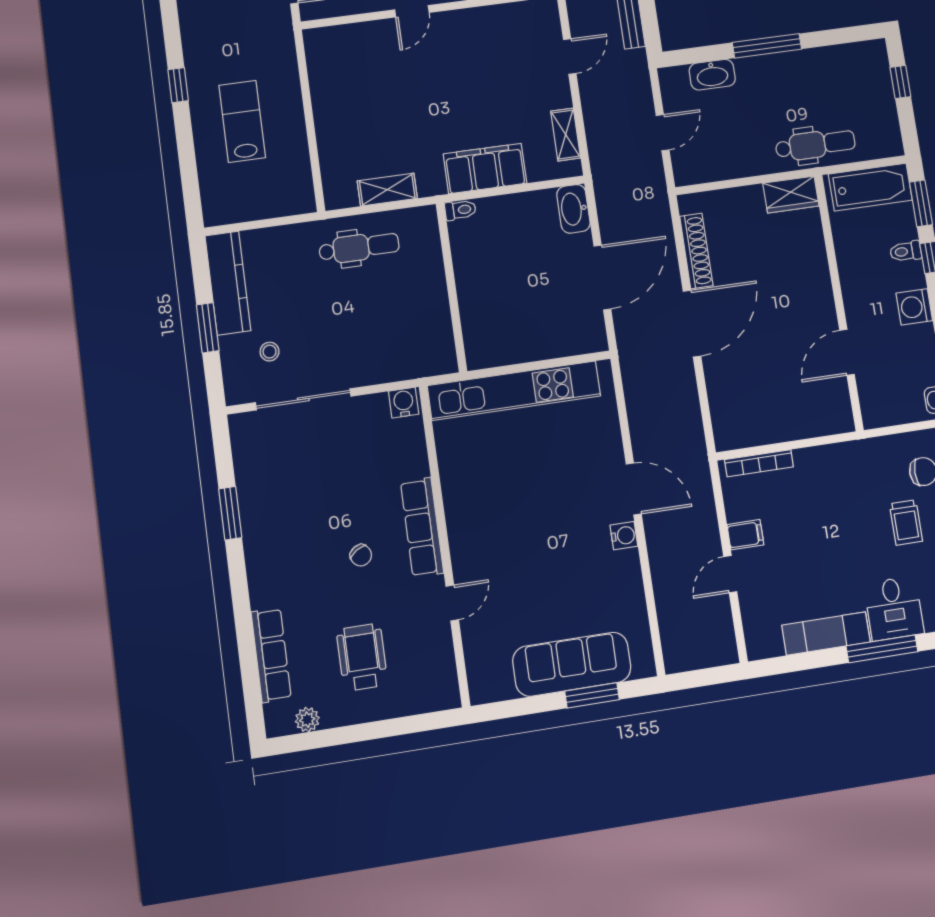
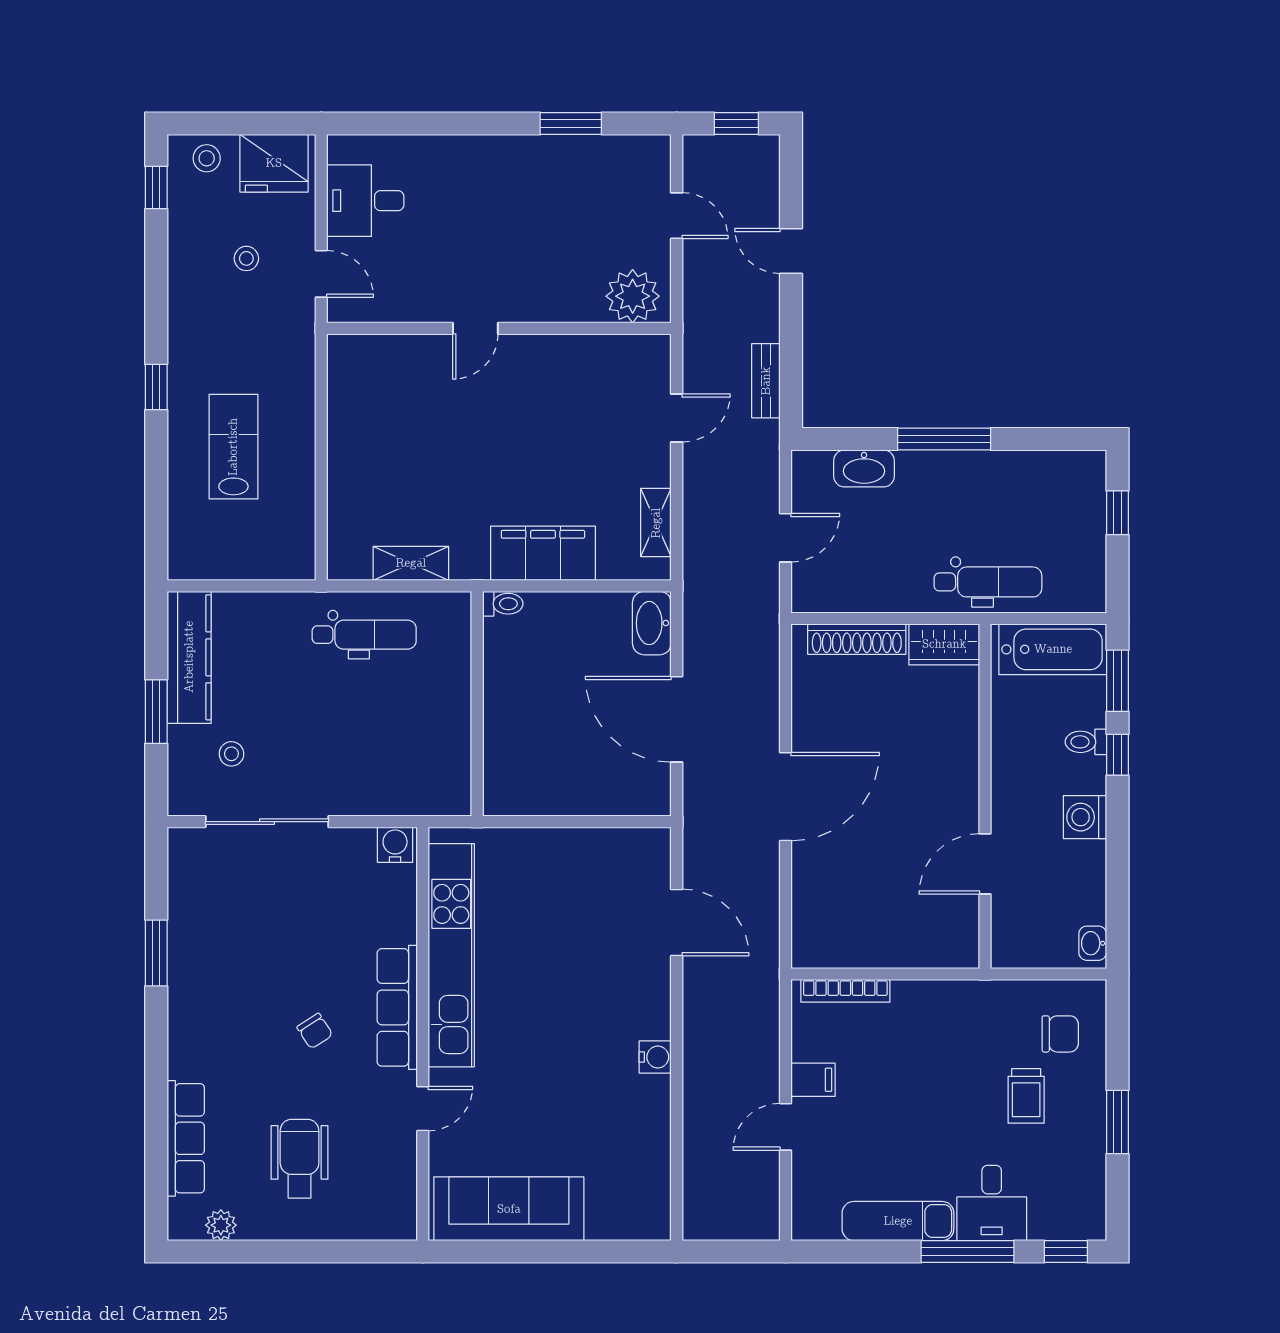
shoe rack: (696, 251) -> (857, 639), moved, turned 90
door: (602, 278) -> (677, 719), swing flipped
kitchen unit: (514, 391) -> (451, 955), moved, turned -90
door: (634, 489) -> (677, 922), moved
sofa: (572, 664) -> (509, 1209), moved
window: (592, 695) -> (585, 1251), removed

